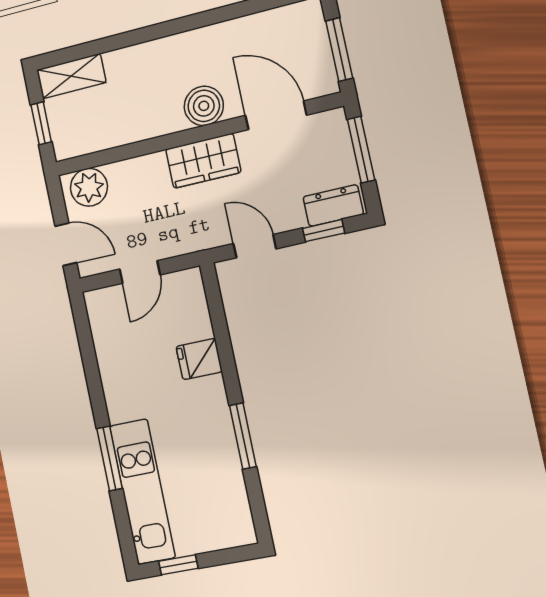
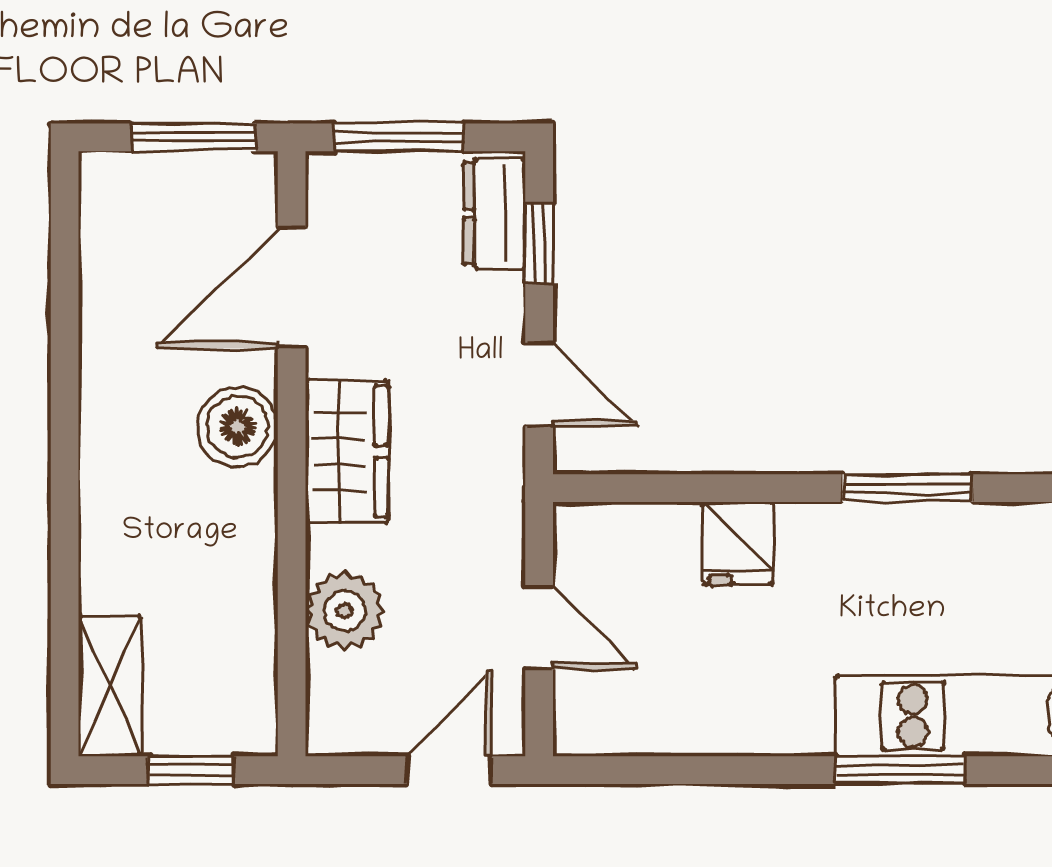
plant: (89, 187) -> (345, 611), moved
door: (255, 246) -> (539, 385), swing flipped

